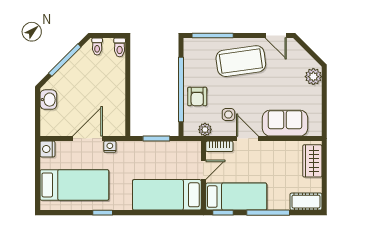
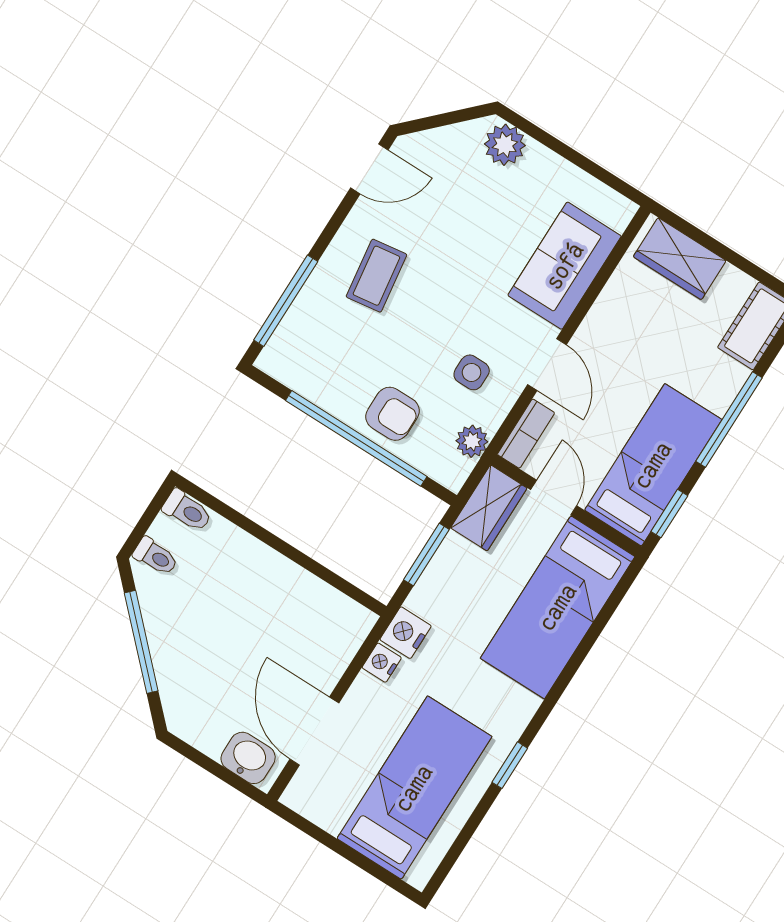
coffee table: (241, 61) -> (376, 276), width x0.54, depth x0.58
washbasin: (48, 100) -> (248, 758), moved
door: (87, 139) -> (314, 731), moved
door: (247, 139) -> (547, 365), swing flipped
nightstand: (47, 149) -> (406, 633), moved, turned 90
wardrobe: (186, 150) -> (489, 508), added

